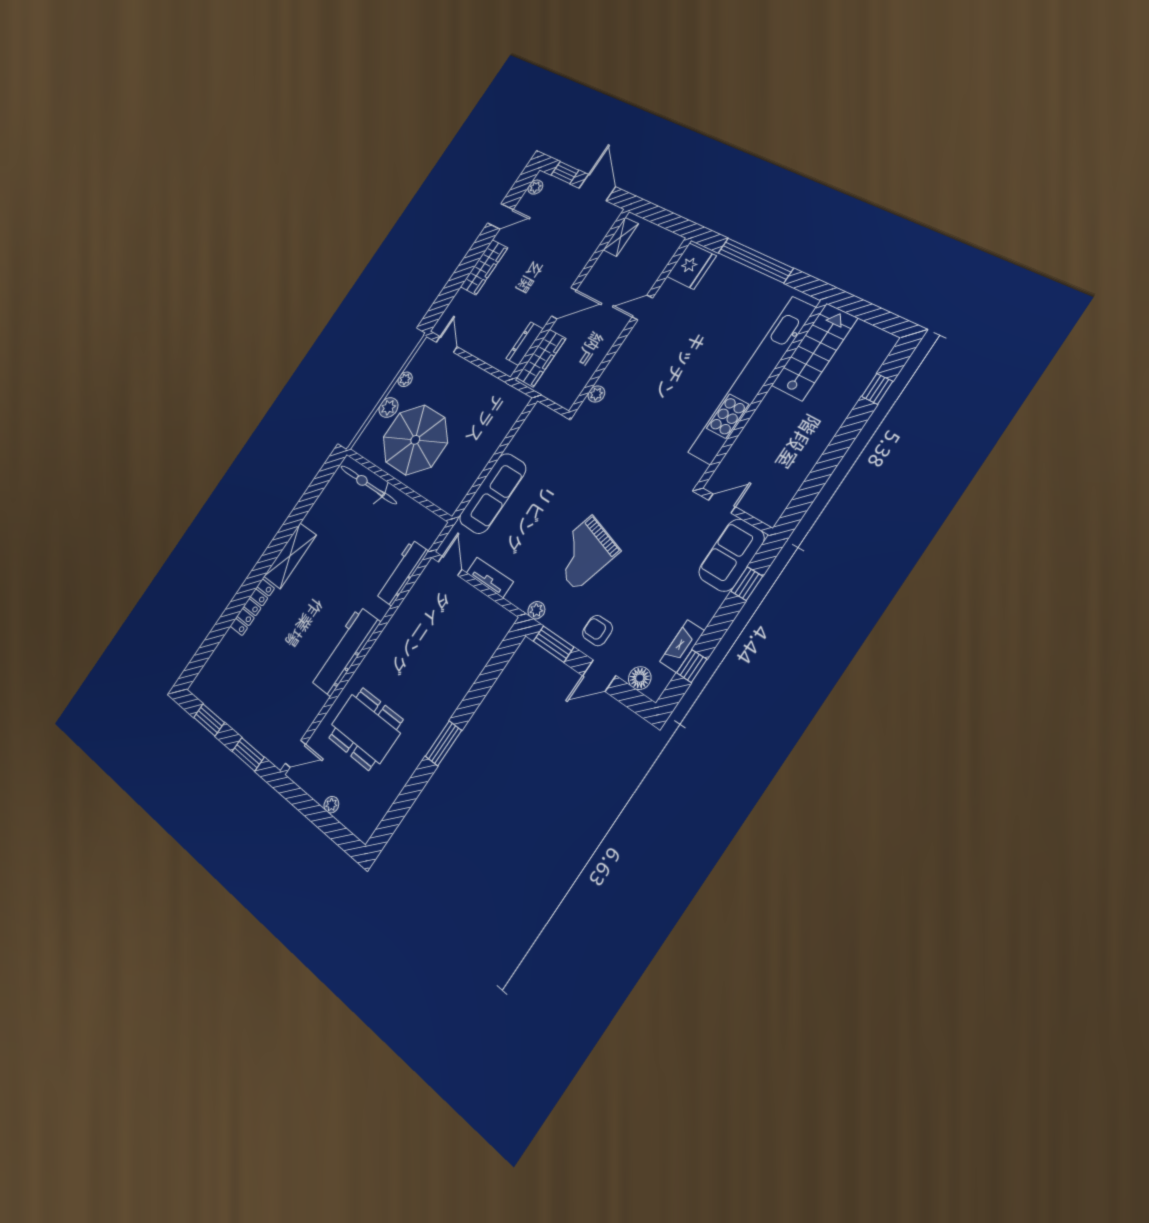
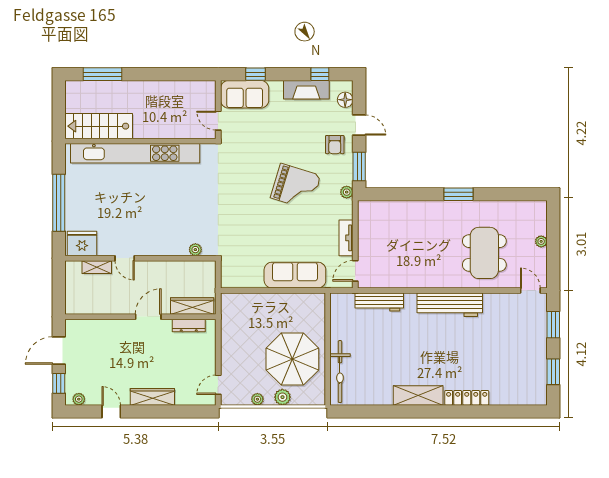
shelving: (621, 237) -> (97, 267), moved
door: (564, 303) -> (148, 317), hinge flipped
window: (877, 389) -> (102, 74), width x2.17
fireplace: (682, 646) -> (306, 90), width x1.37, depth x1.32

